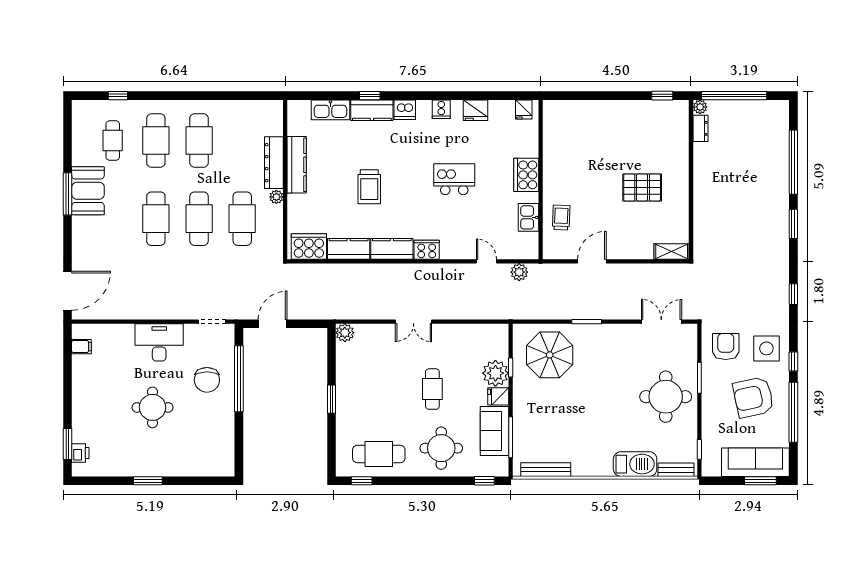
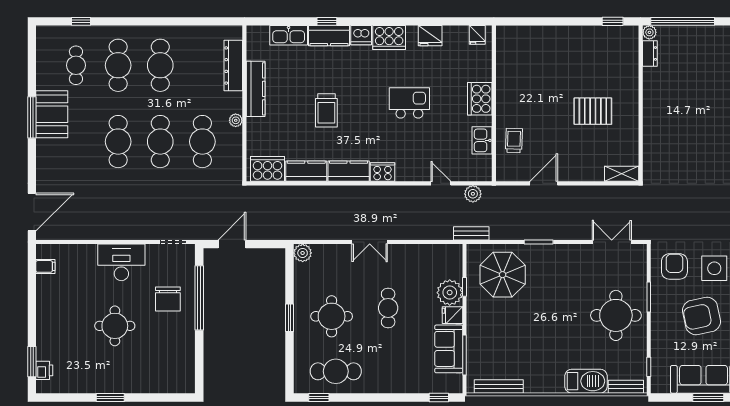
cooker: (441, 109) -> (389, 38), width x1.87, depth x1.31
dresser: (274, 163) -> (233, 66), moved
bench: (517, 313) -> (471, 233), added
round table: (441, 448) -> (332, 316), moved

